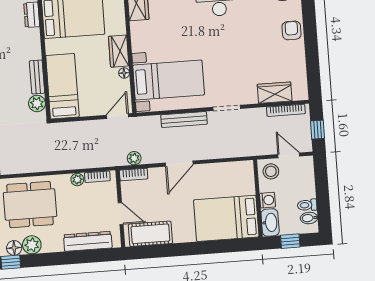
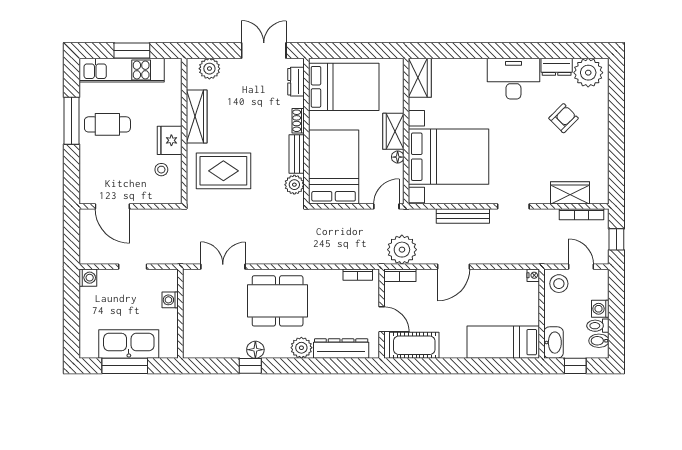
armchair: (292, 30) -> (564, 118), moved, turned 45
shoe rack: (36, 48) -> (298, 121), added
bed with nightstands: (169, 80) -> (449, 157), width x1.36
bed: (62, 86) -> (334, 167), width x1.50
plant: (134, 158) -> (402, 250), width x1.87, depth x1.87
nightstand: (248, 166) -> (533, 275), added
plant: (77, 179) -> (334, 276), removed
washing machine: (267, 200) -> (600, 309), moved, turned 180
bed: (226, 218) -> (503, 342), width x0.67
plant: (32, 245) -> (301, 348), moved

